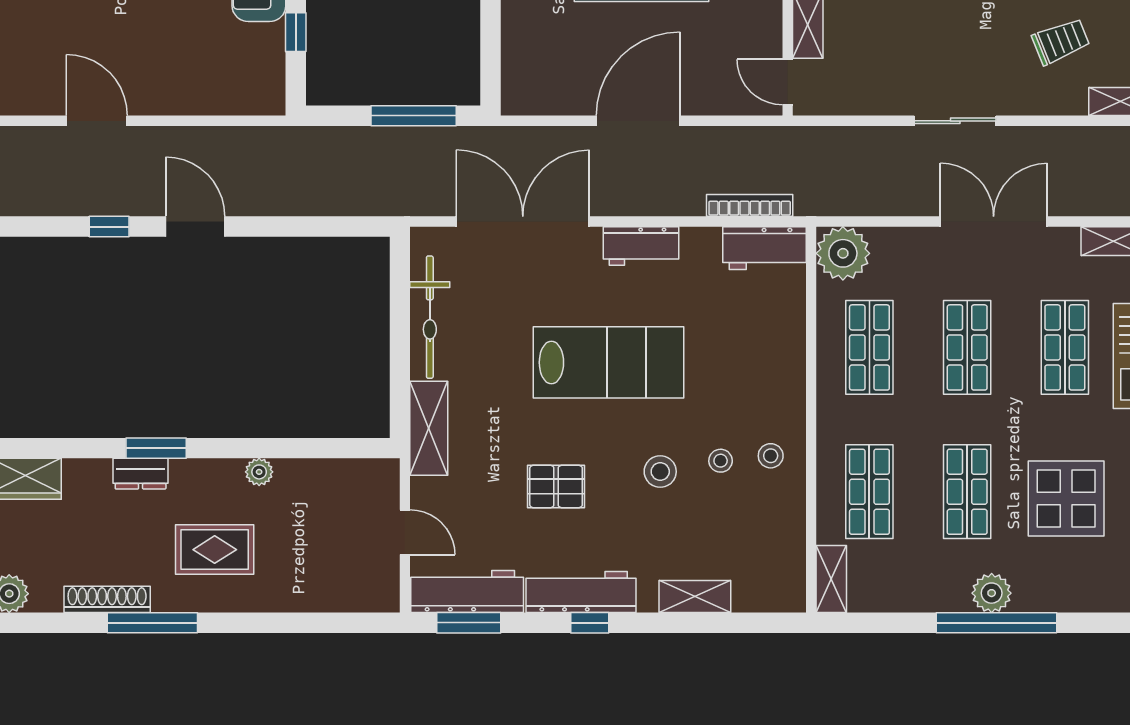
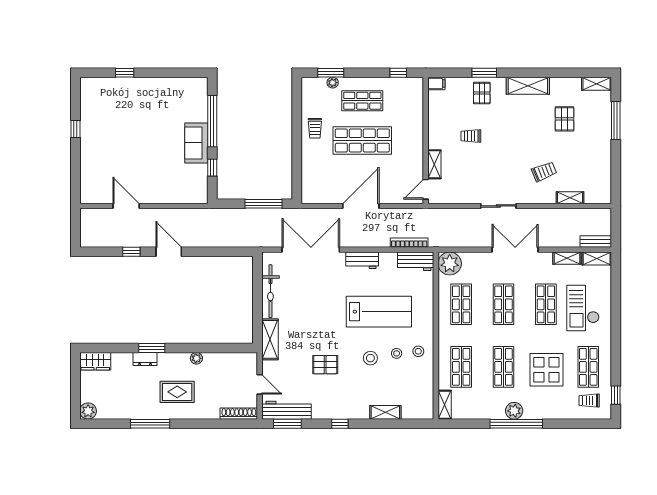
door: (788, 82) -> (426, 189), hinge flipped
lab bench: (608, 362) -> (379, 312), moved
workbench: (581, 592) -> (336, 410), removed
shoe rack: (107, 599) -> (239, 414), moved

